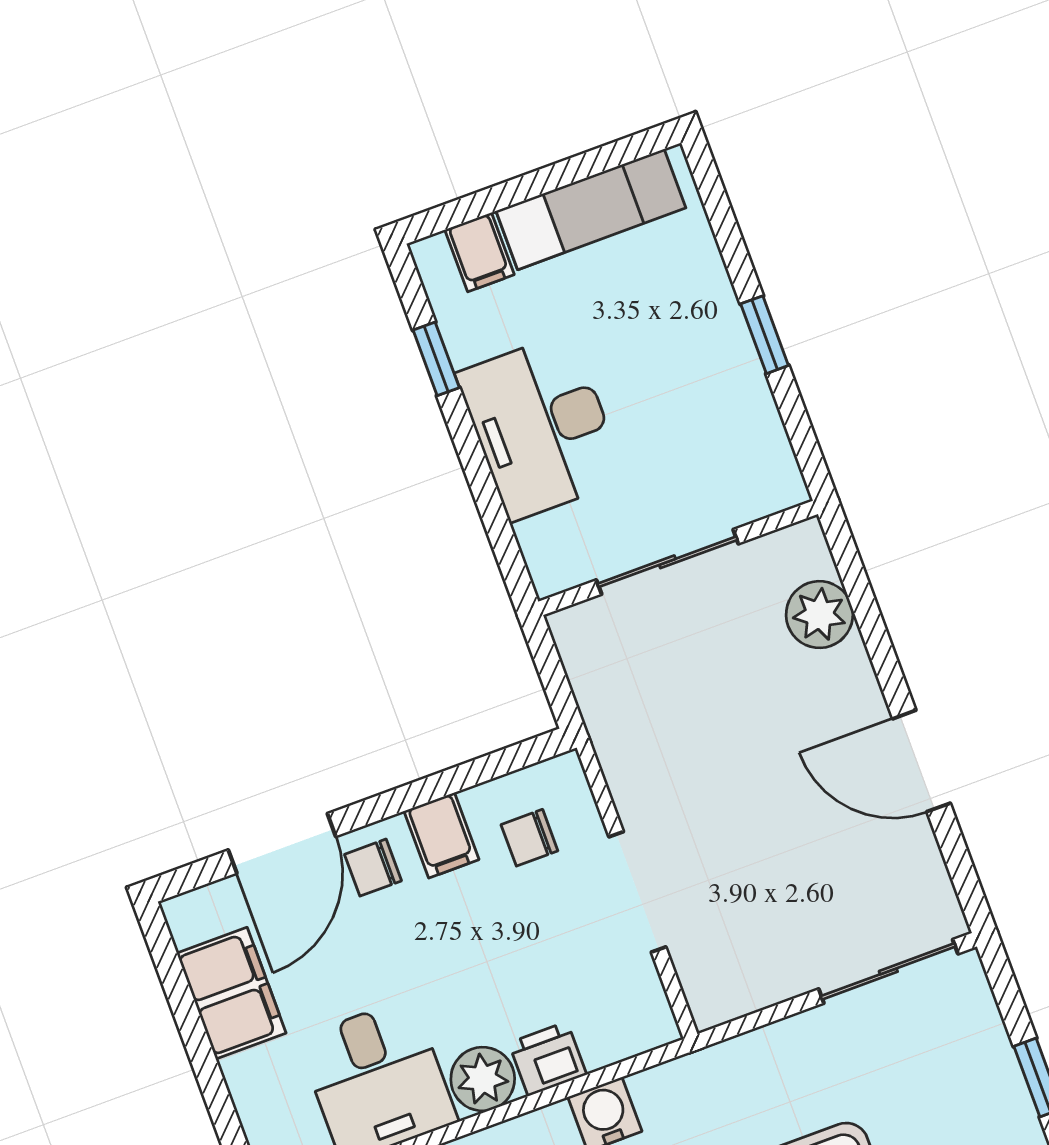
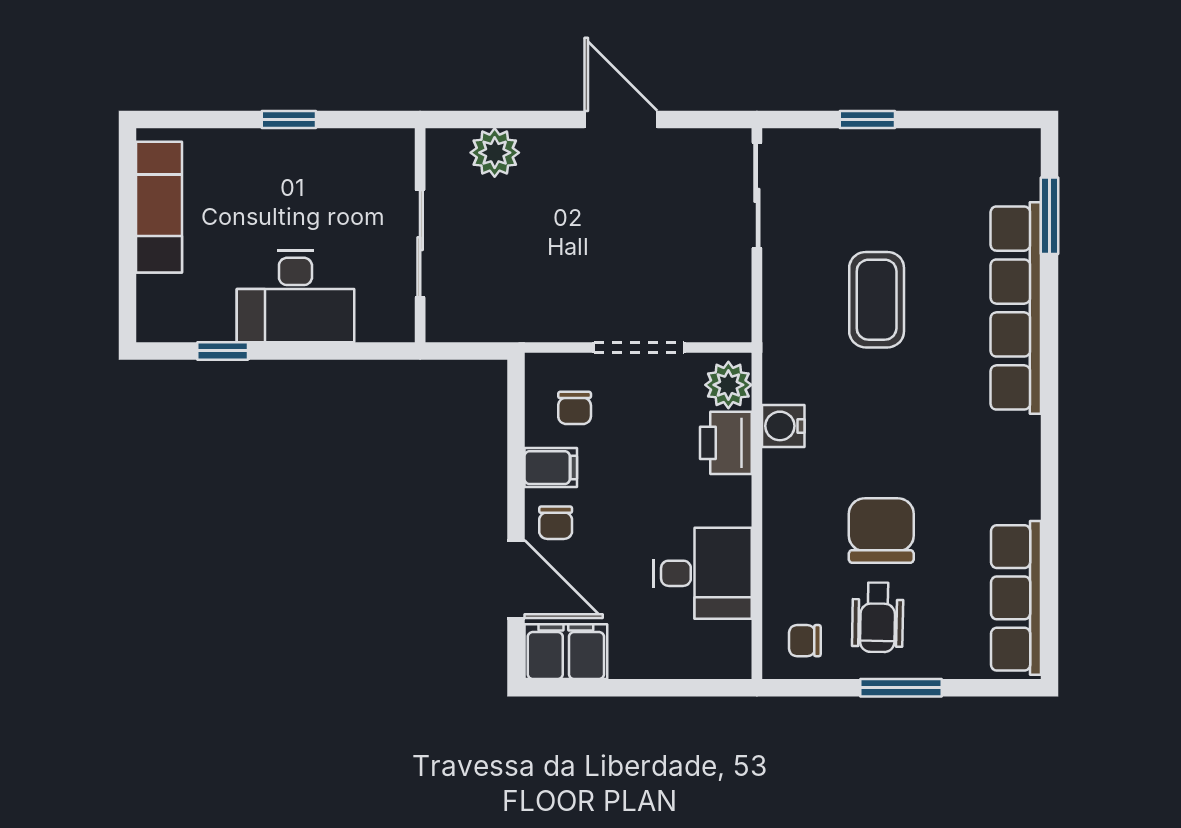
filing cabinet: (480, 252) -> (160, 294), removed
door: (921, 761) -> (621, 120), swing flipped
filing cabinet: (231, 993) -> (566, 652), moved
printer: (548, 1059) -> (726, 443), width x1.36, depth x1.24
plant: (483, 1079) -> (728, 385), moved

